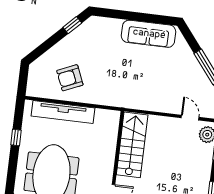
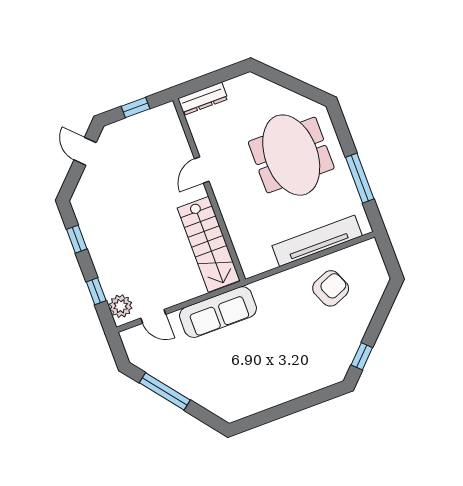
sofa: (149, 34) -> (218, 312), moved, turned 180
window: (16, 137) -> (360, 178), width x2.17

